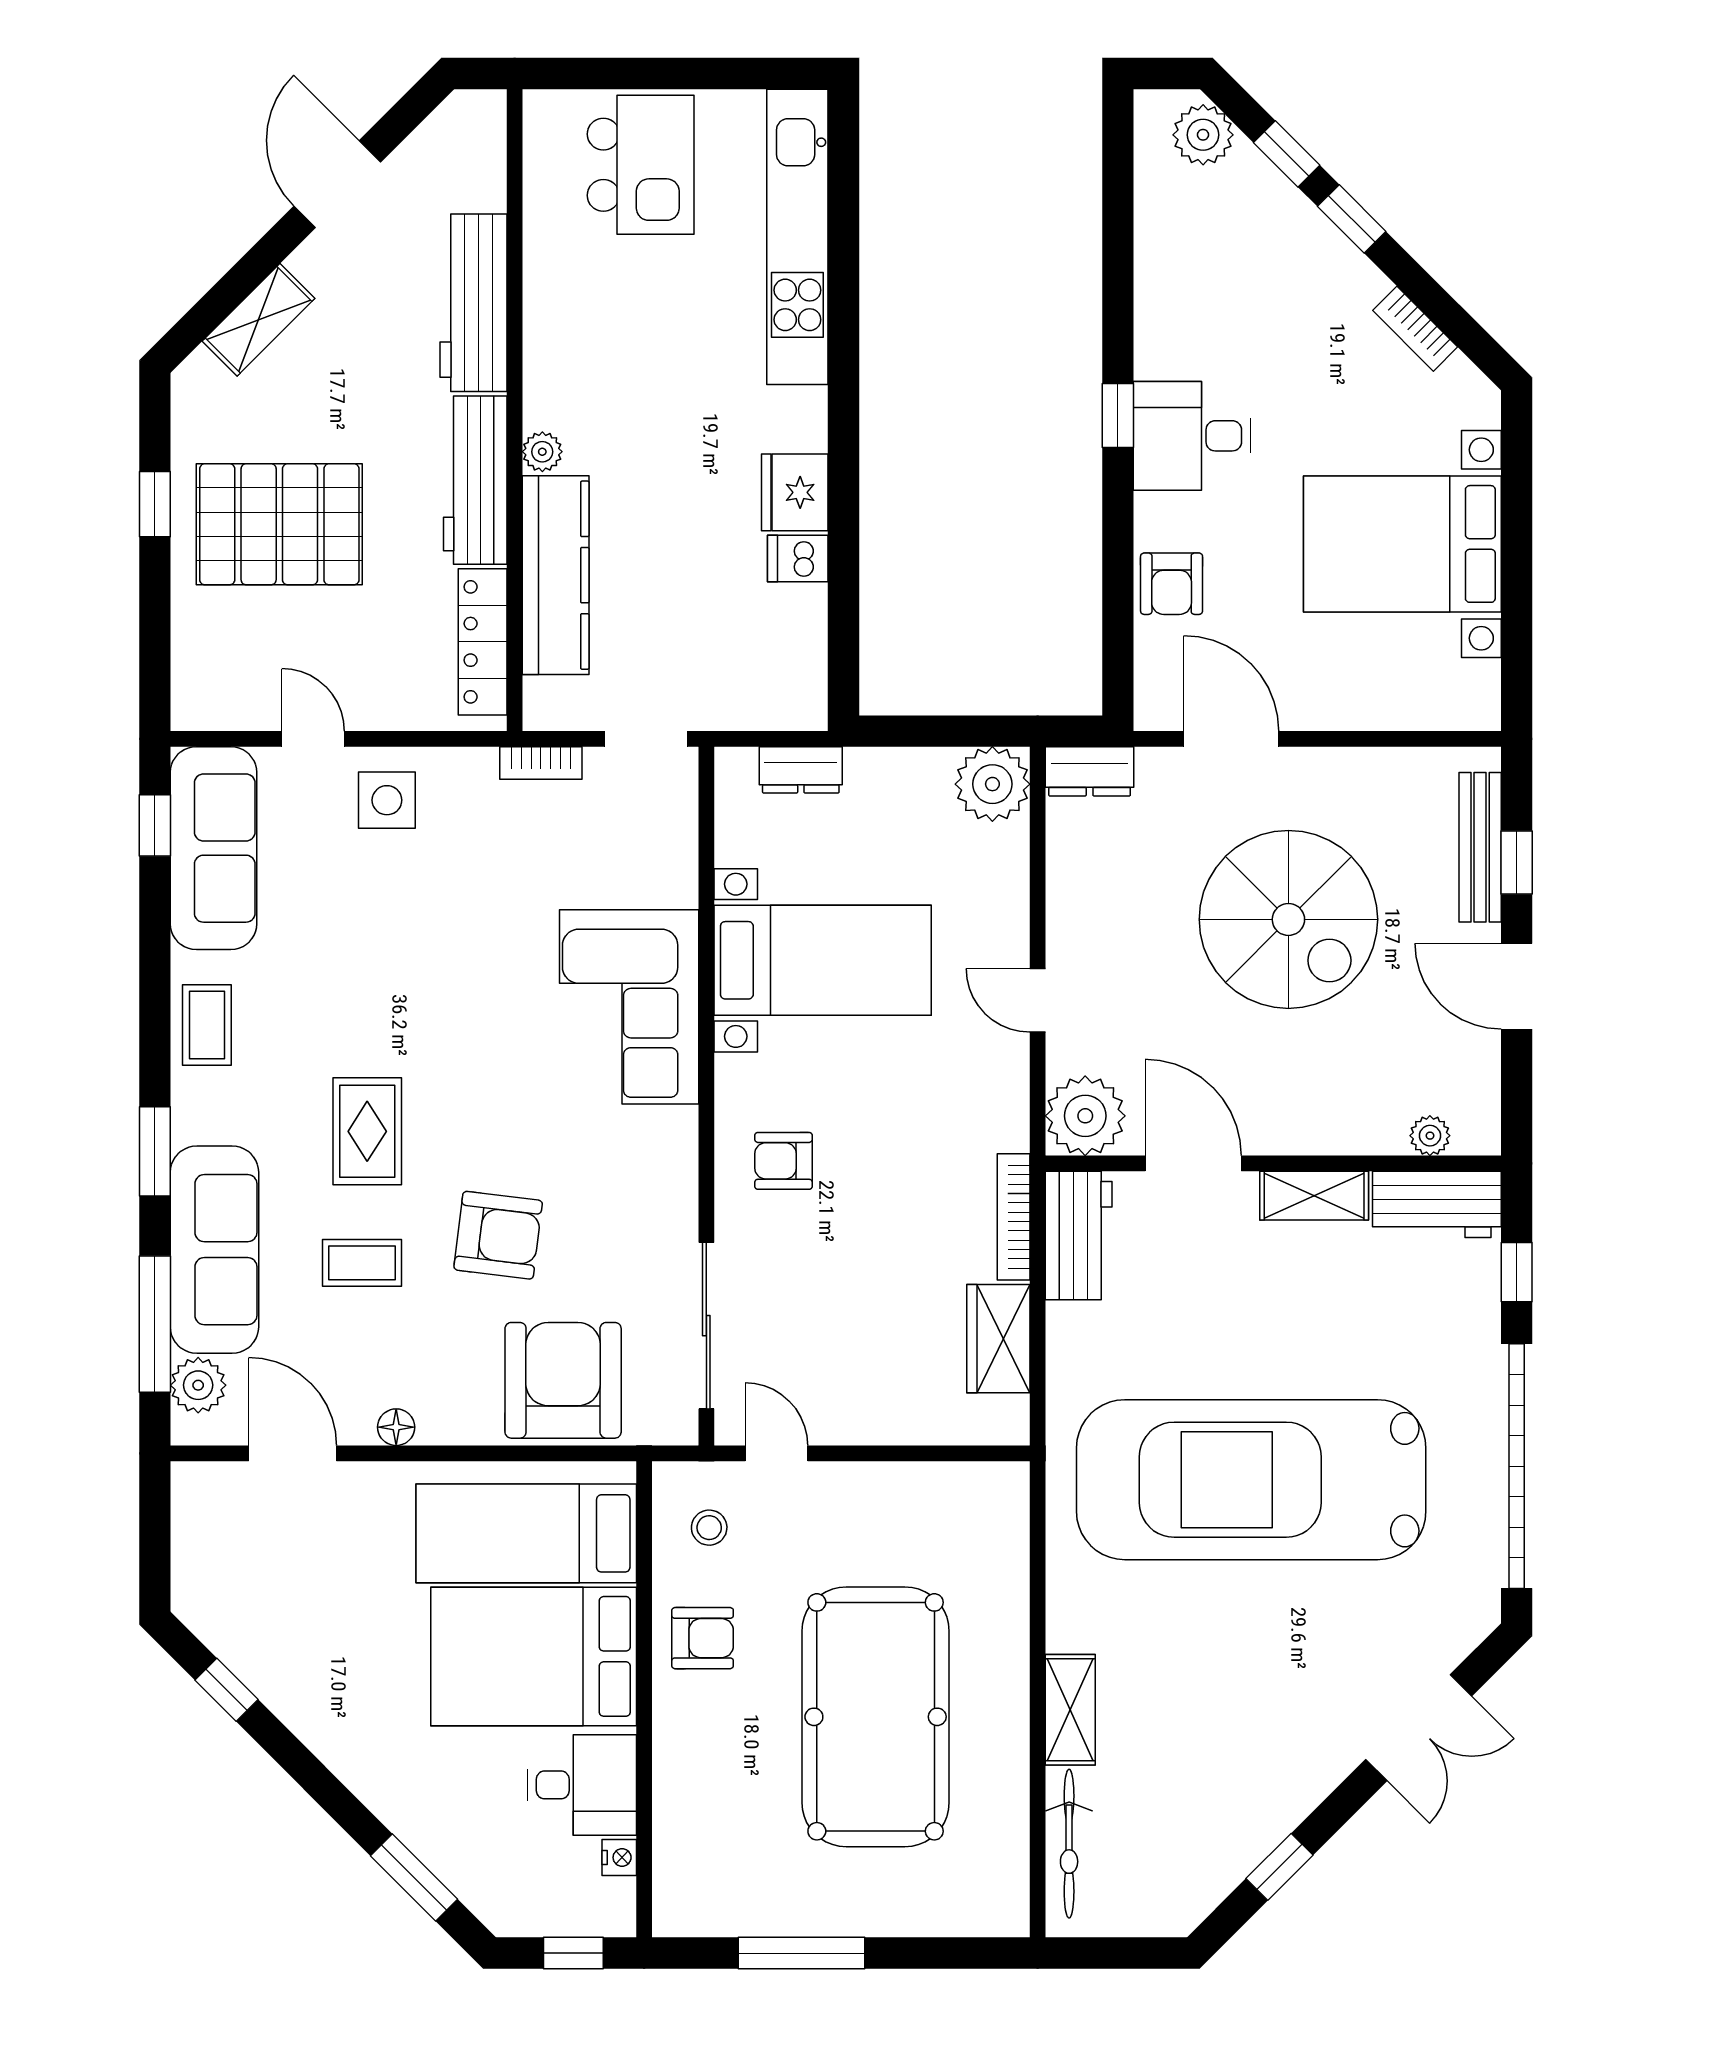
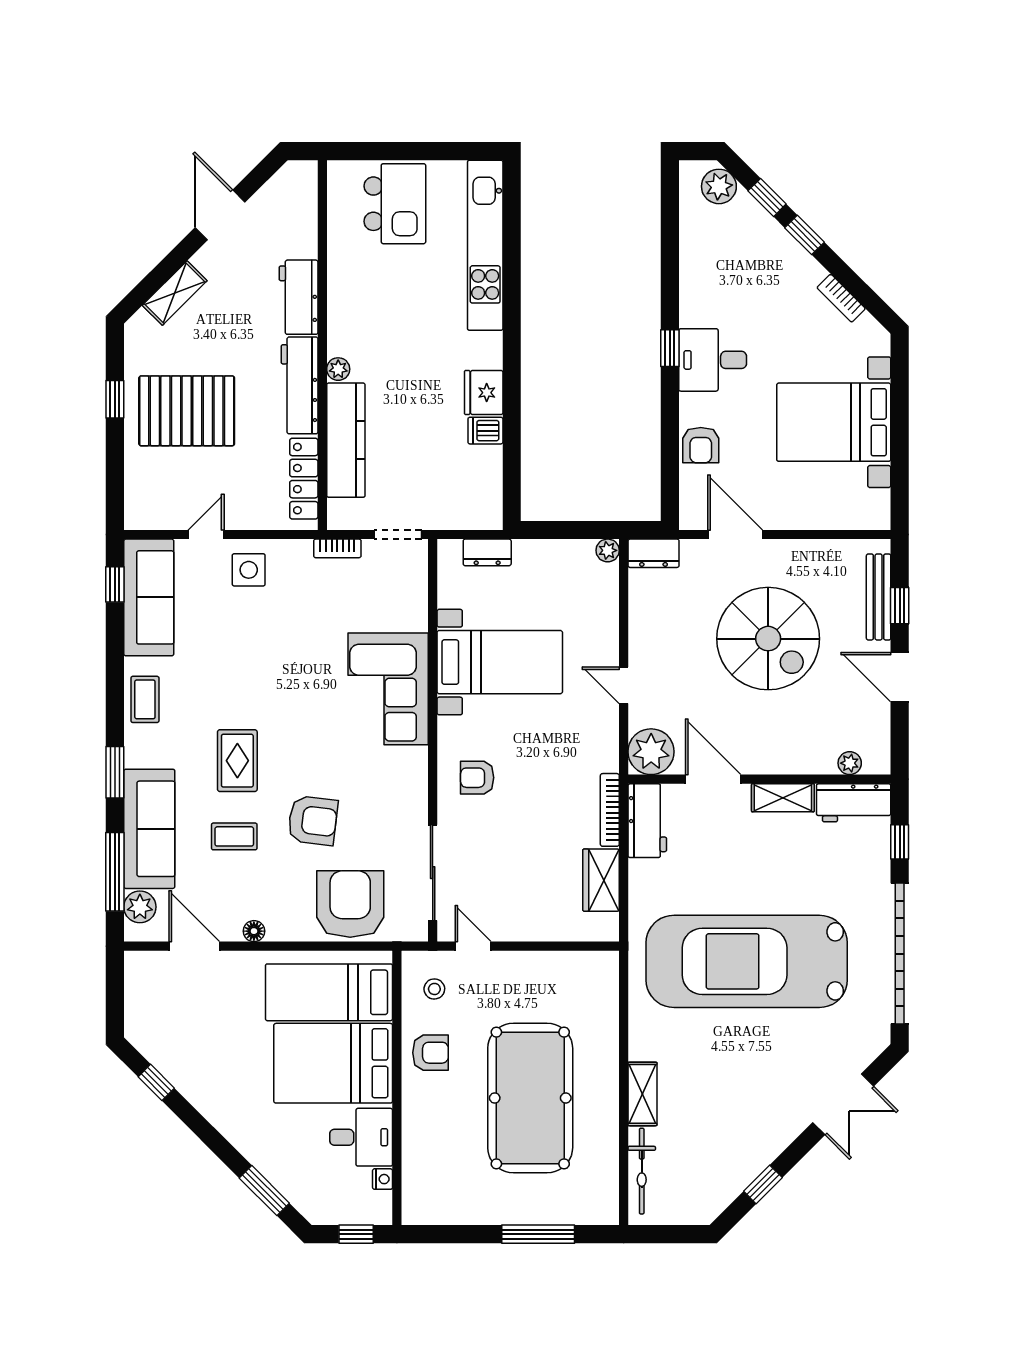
workbench: (473, 303) -> (299, 297), width x0.73
door: (313, 739) -> (206, 534), hinge flipped
plant: (992, 784) -> (608, 550), width x0.53, depth x0.53
window: (801, 1953) -> (538, 1234), moved

